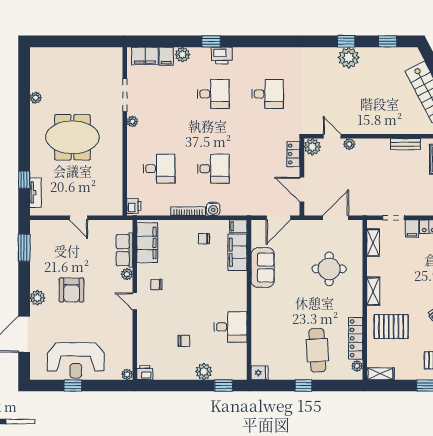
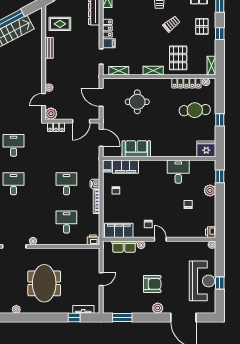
door: (135, 301) -> (160, 239), swing flipped
fridge: (260, 373) -> (206, 149), width x1.88, depth x1.34

